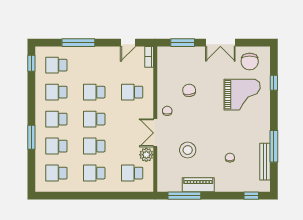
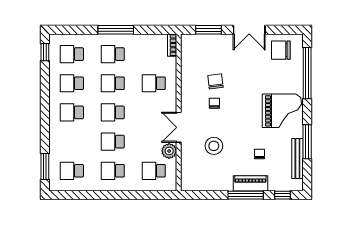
window: (78, 43) -> (116, 30), moved
door: (128, 43) -> (149, 30), removed
chair: (250, 61) -> (281, 50), turned 90
window: (274, 83) -> (307, 73), width x3.17
grand piano: (242, 95) -> (282, 111), moved
chair: (167, 111) -> (214, 103), moved
window: (31, 137) -> (45, 167), moved
school desk: (56, 146) -> (113, 54), moved
piano: (198, 185) -> (250, 183), moved
window: (184, 196) -> (246, 195), moved

